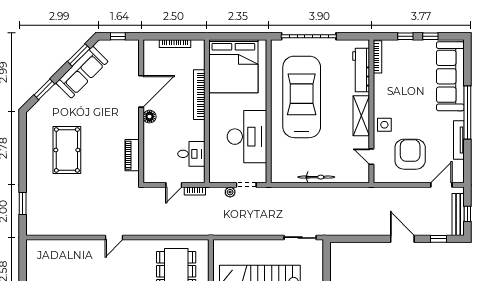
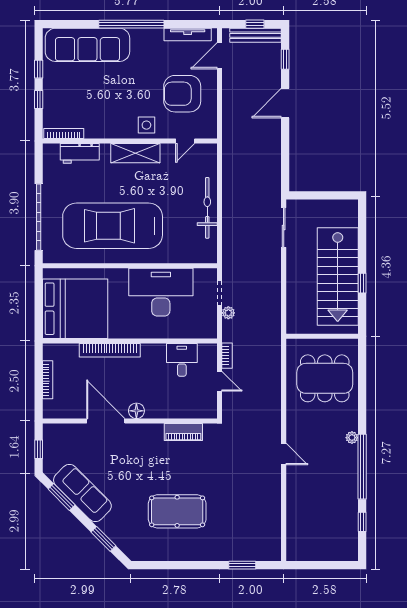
workbench: (361, 70) -> (80, 153), width x0.73
tv unit: (459, 140) -> (188, 34), moved
bicycle: (316, 177) -> (207, 208), width x1.37, depth x1.40
door: (441, 185) -> (220, 56), hinge flipped

